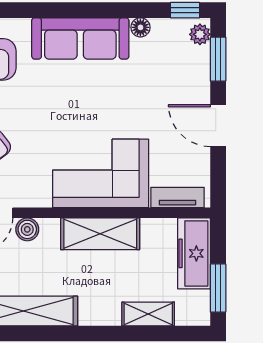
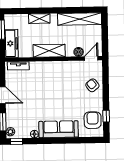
corner sofa: (101, 173) -> (49, 75), removed
shelving: (148, 314) -> (39, 19), moved

